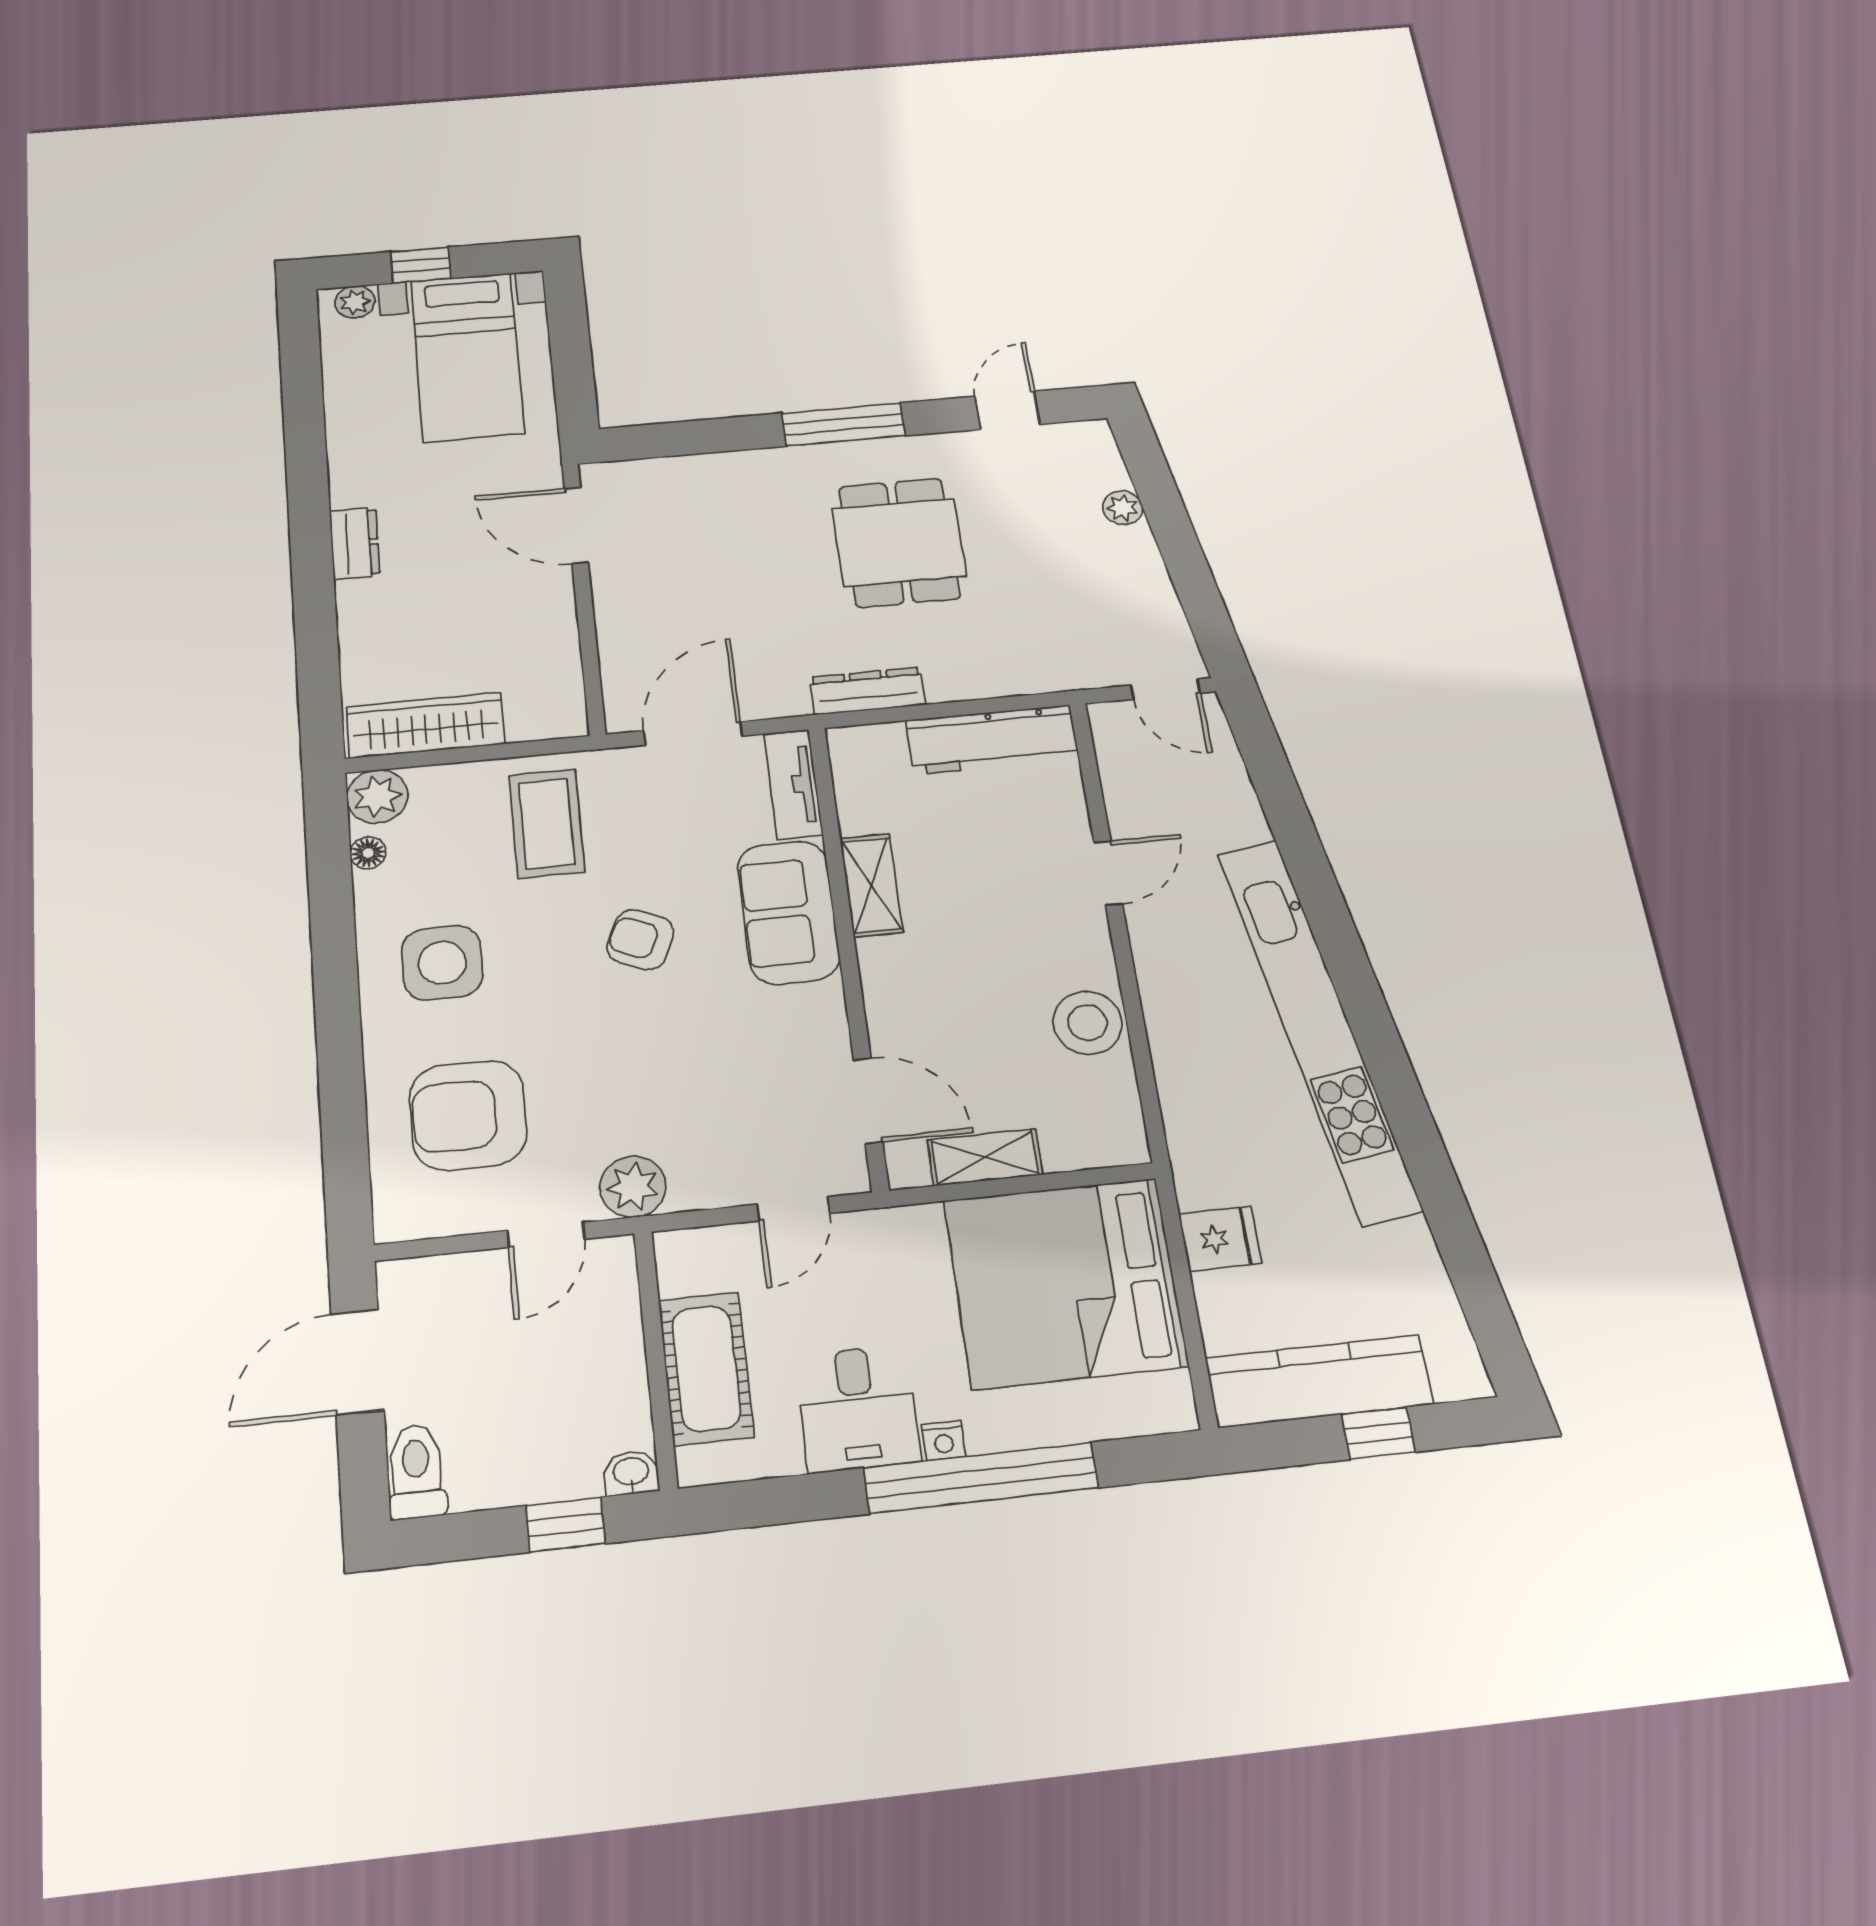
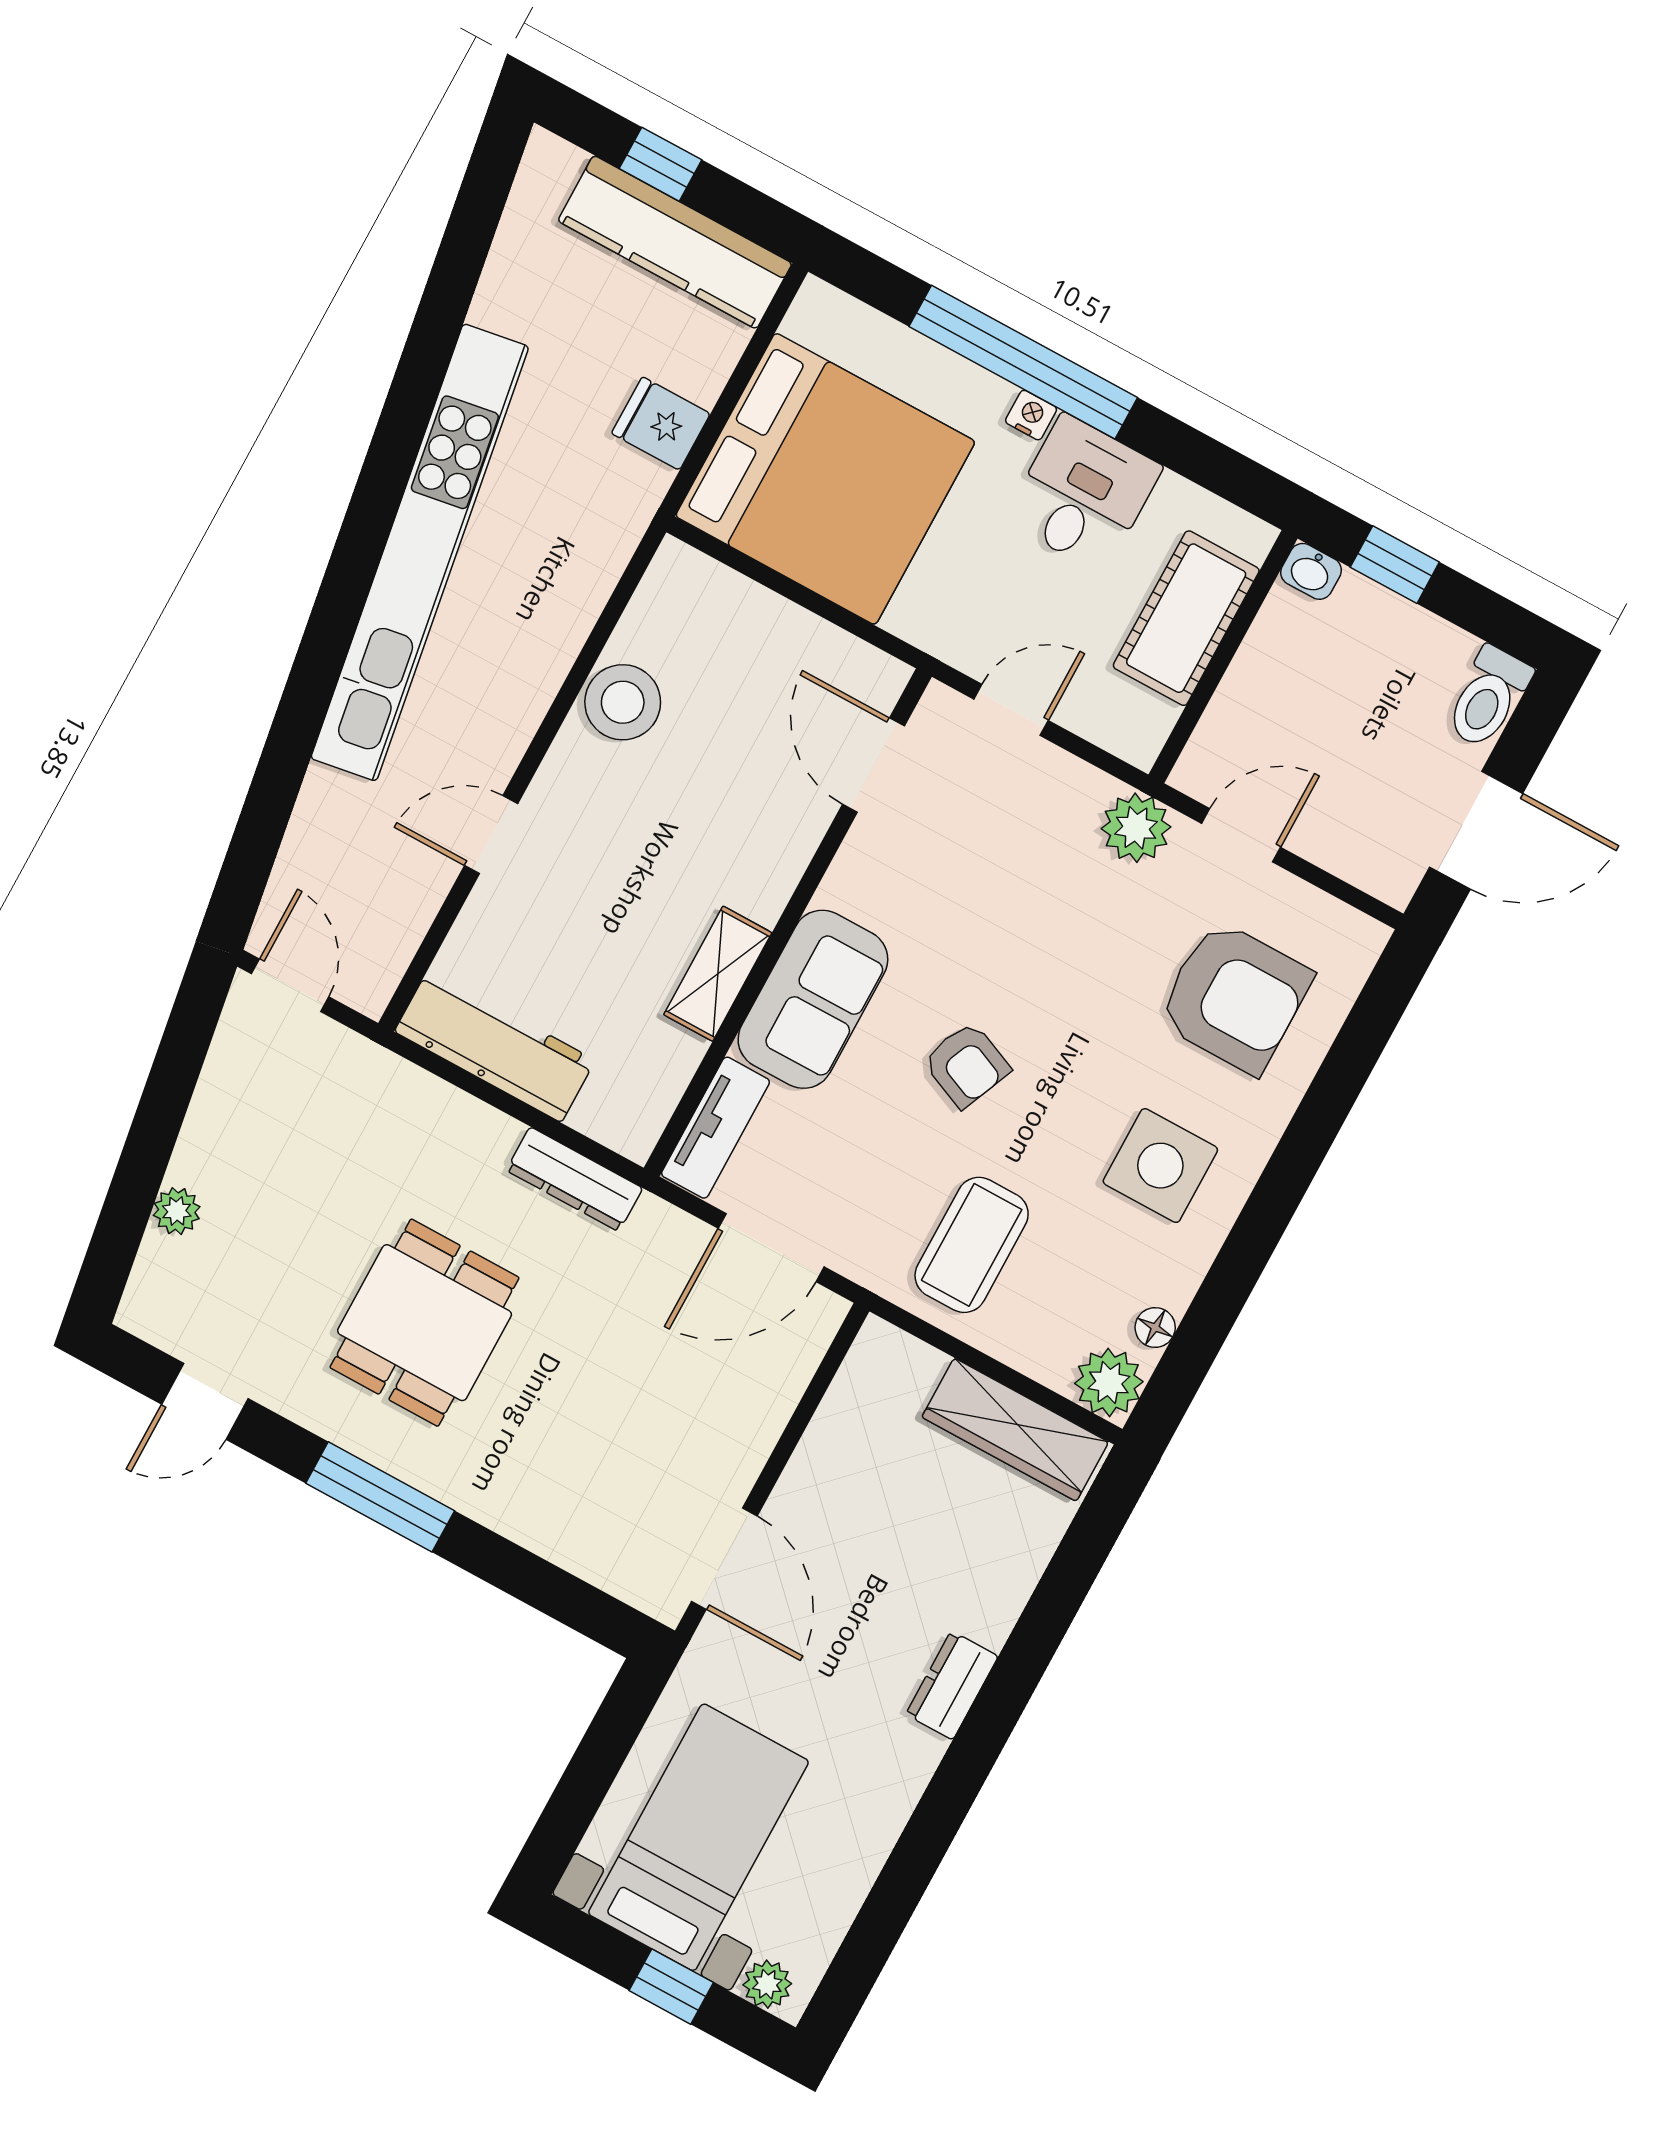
shelving: (985, 1157) -> (810, 640), removed

